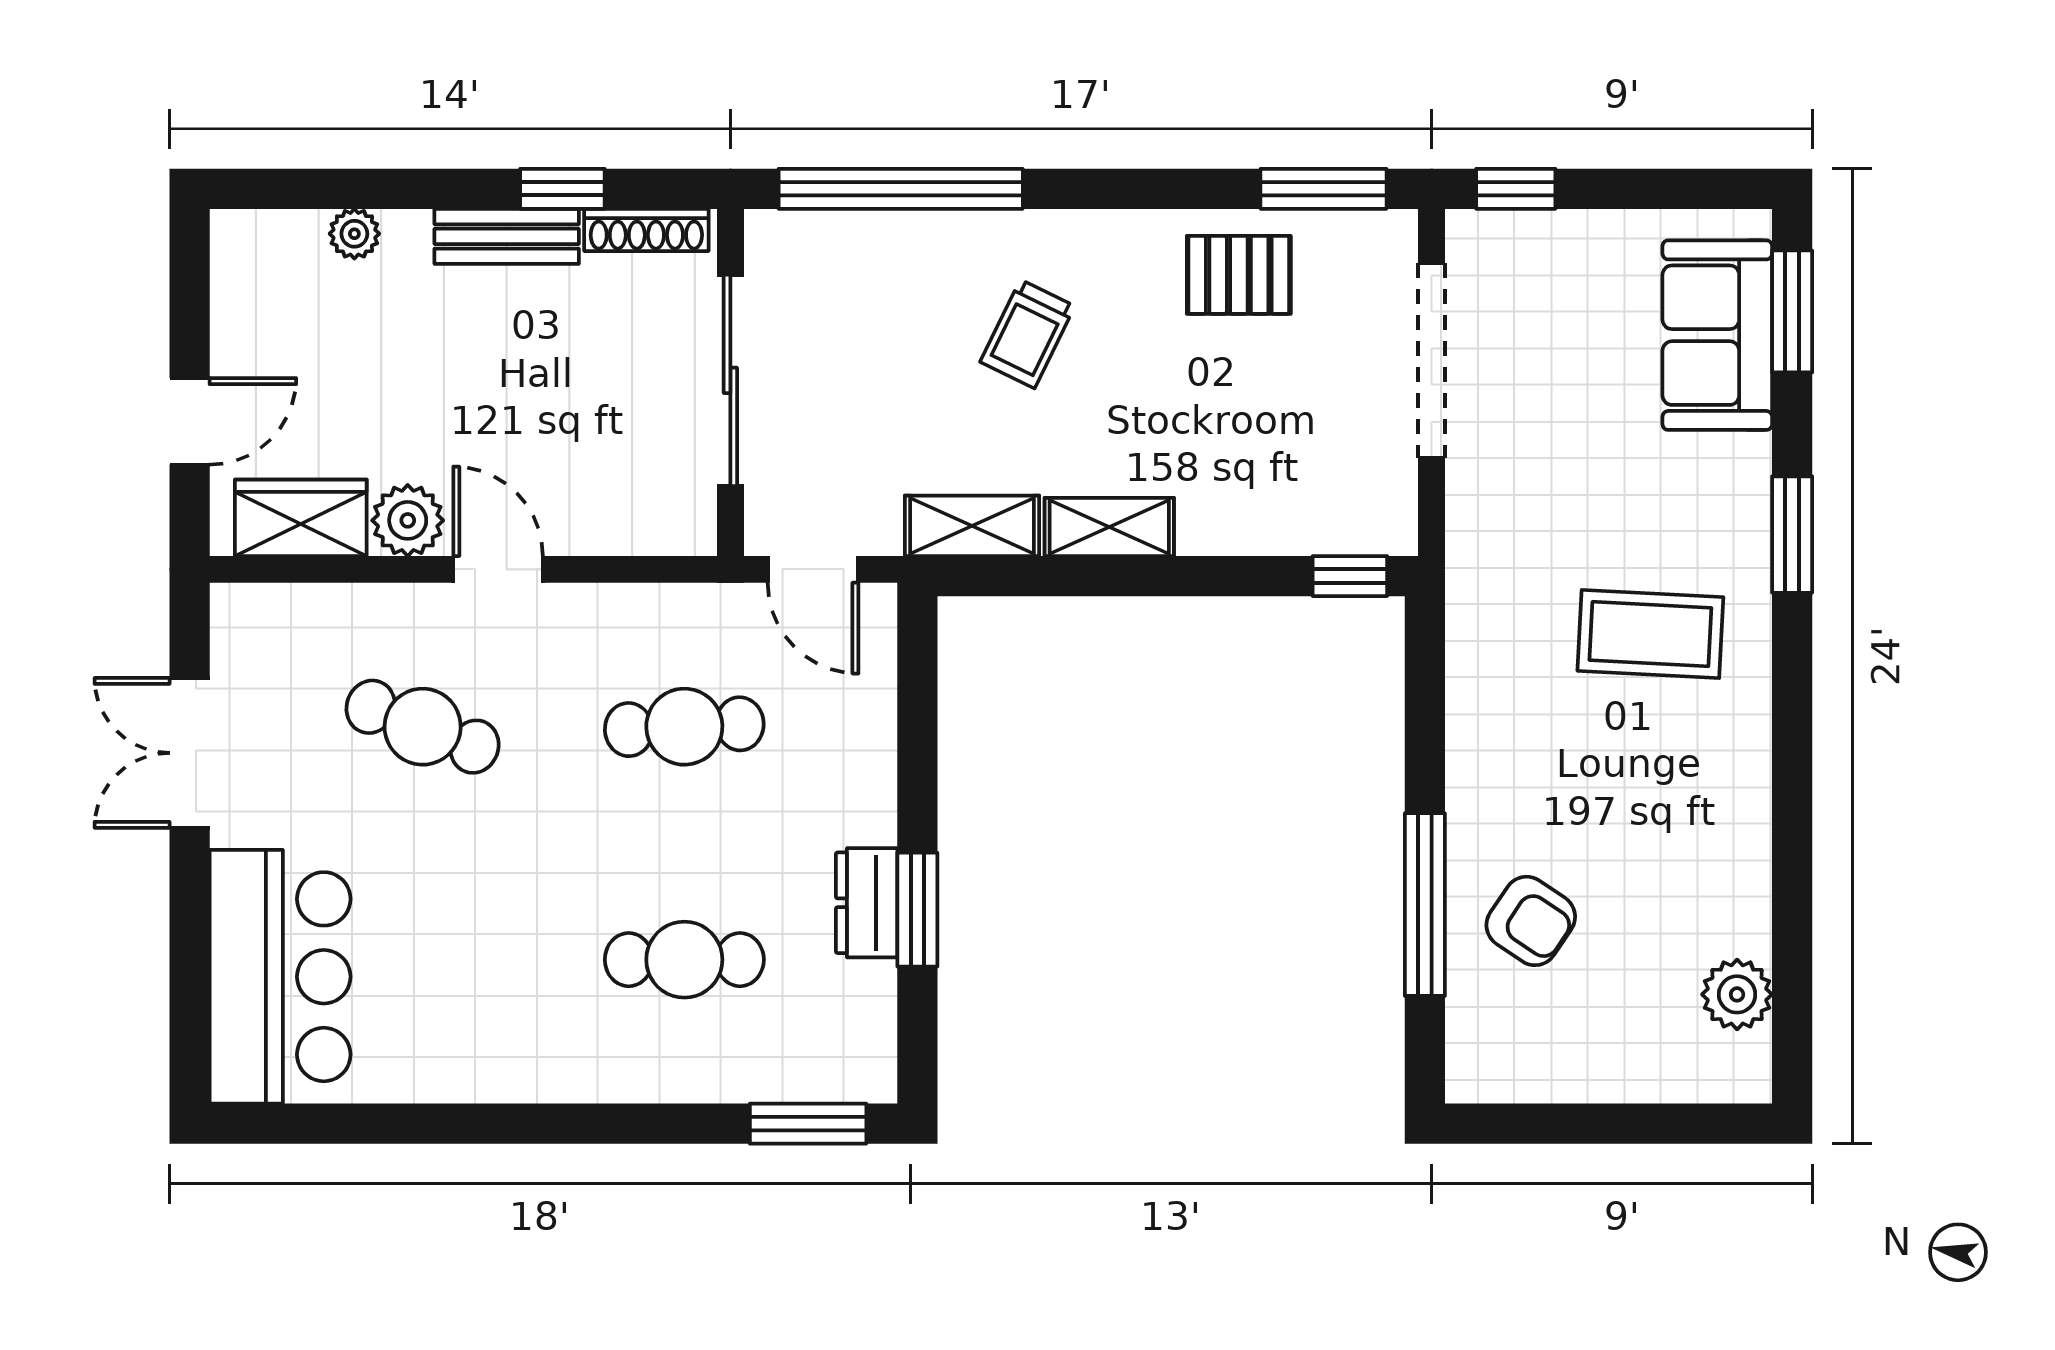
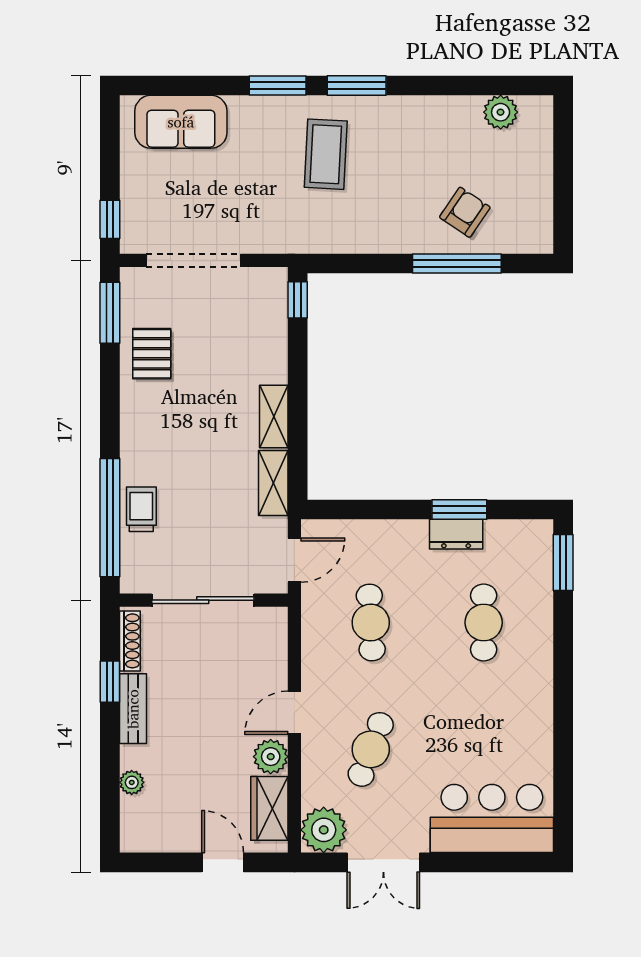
window: (1792, 311) -> (357, 85), moved
trolley: (1027, 334) -> (141, 509), moved, turned -116
plant: (257, 630) -> (324, 830), added

